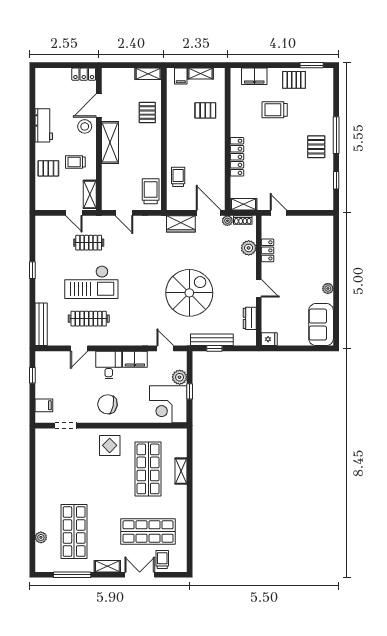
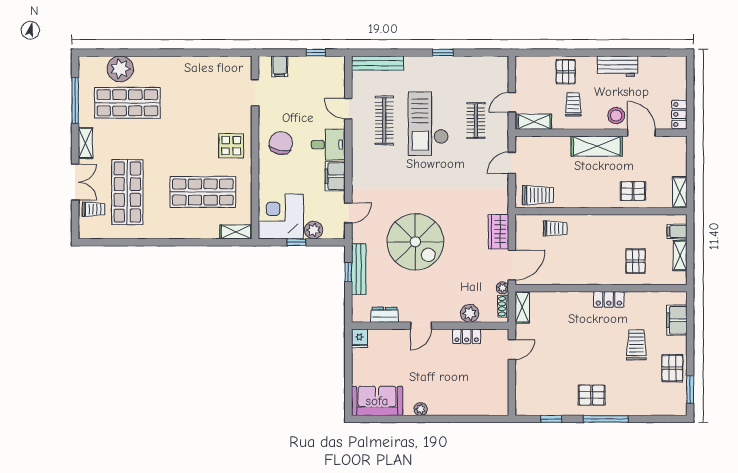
locker: (237, 157) -> (609, 299), moved, width x0.66
shelving: (181, 471) -> (236, 232), moved
plant: (41, 537) -> (120, 69), width x1.88, depth x1.88

